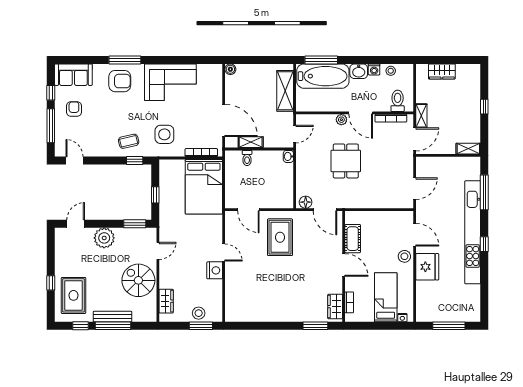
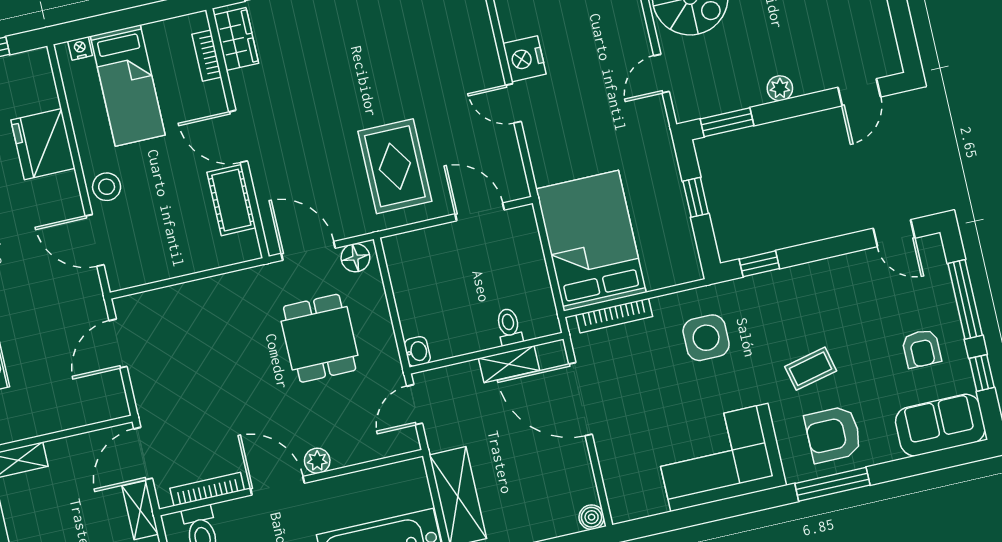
coffee table: (129, 141) -> (811, 369), moved
dining table: (346, 161) -> (320, 338), moved
plant: (104, 238) -> (780, 88), width x0.53, depth x0.53
fridge: (427, 267) -> (43, 144), moved

